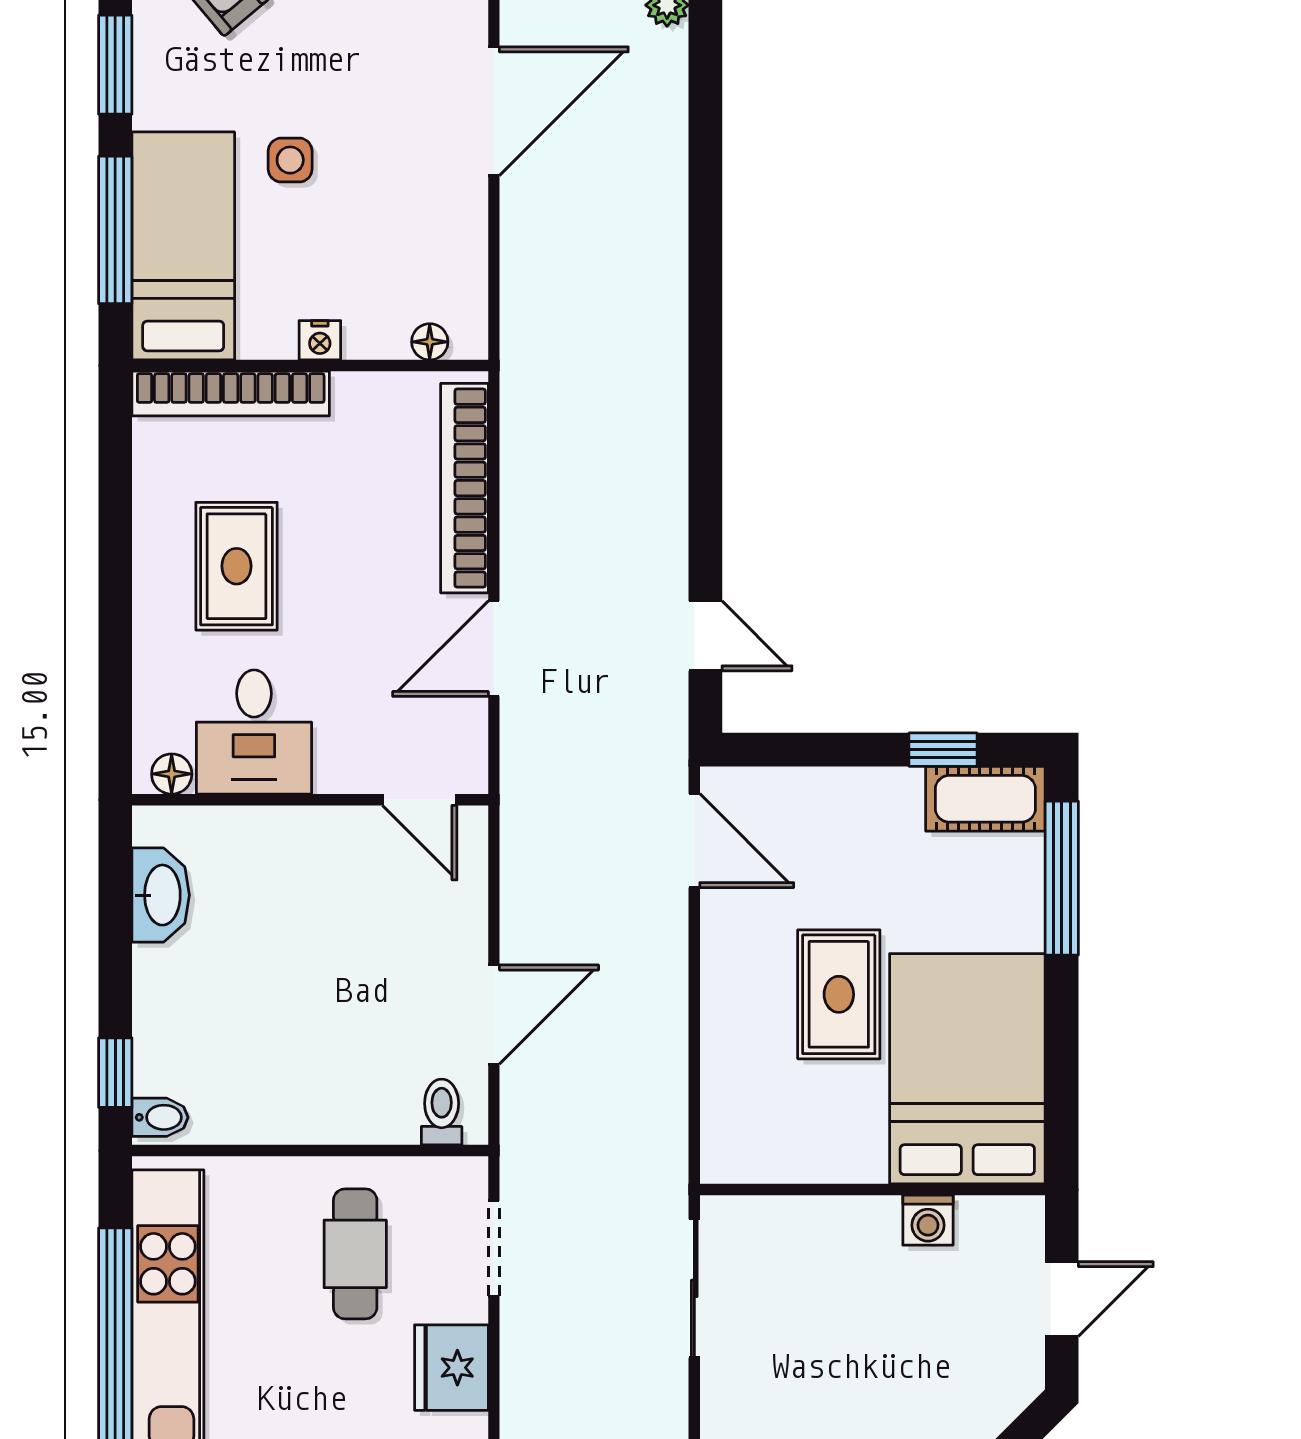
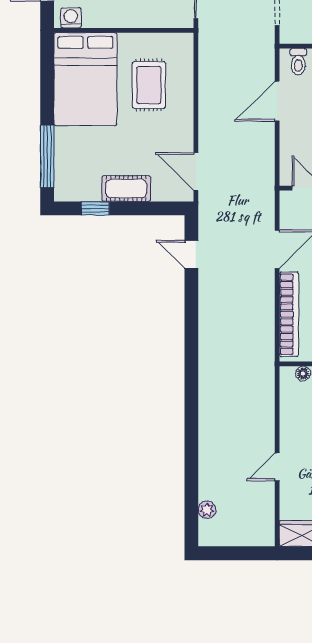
door: (494, 111) -> (277, 467), width x0.53
cot: (985, 799) -> (126, 188), moved
rug: (839, 994) -> (149, 85), moved
washing machine: (928, 1220) -> (71, 18), moved

